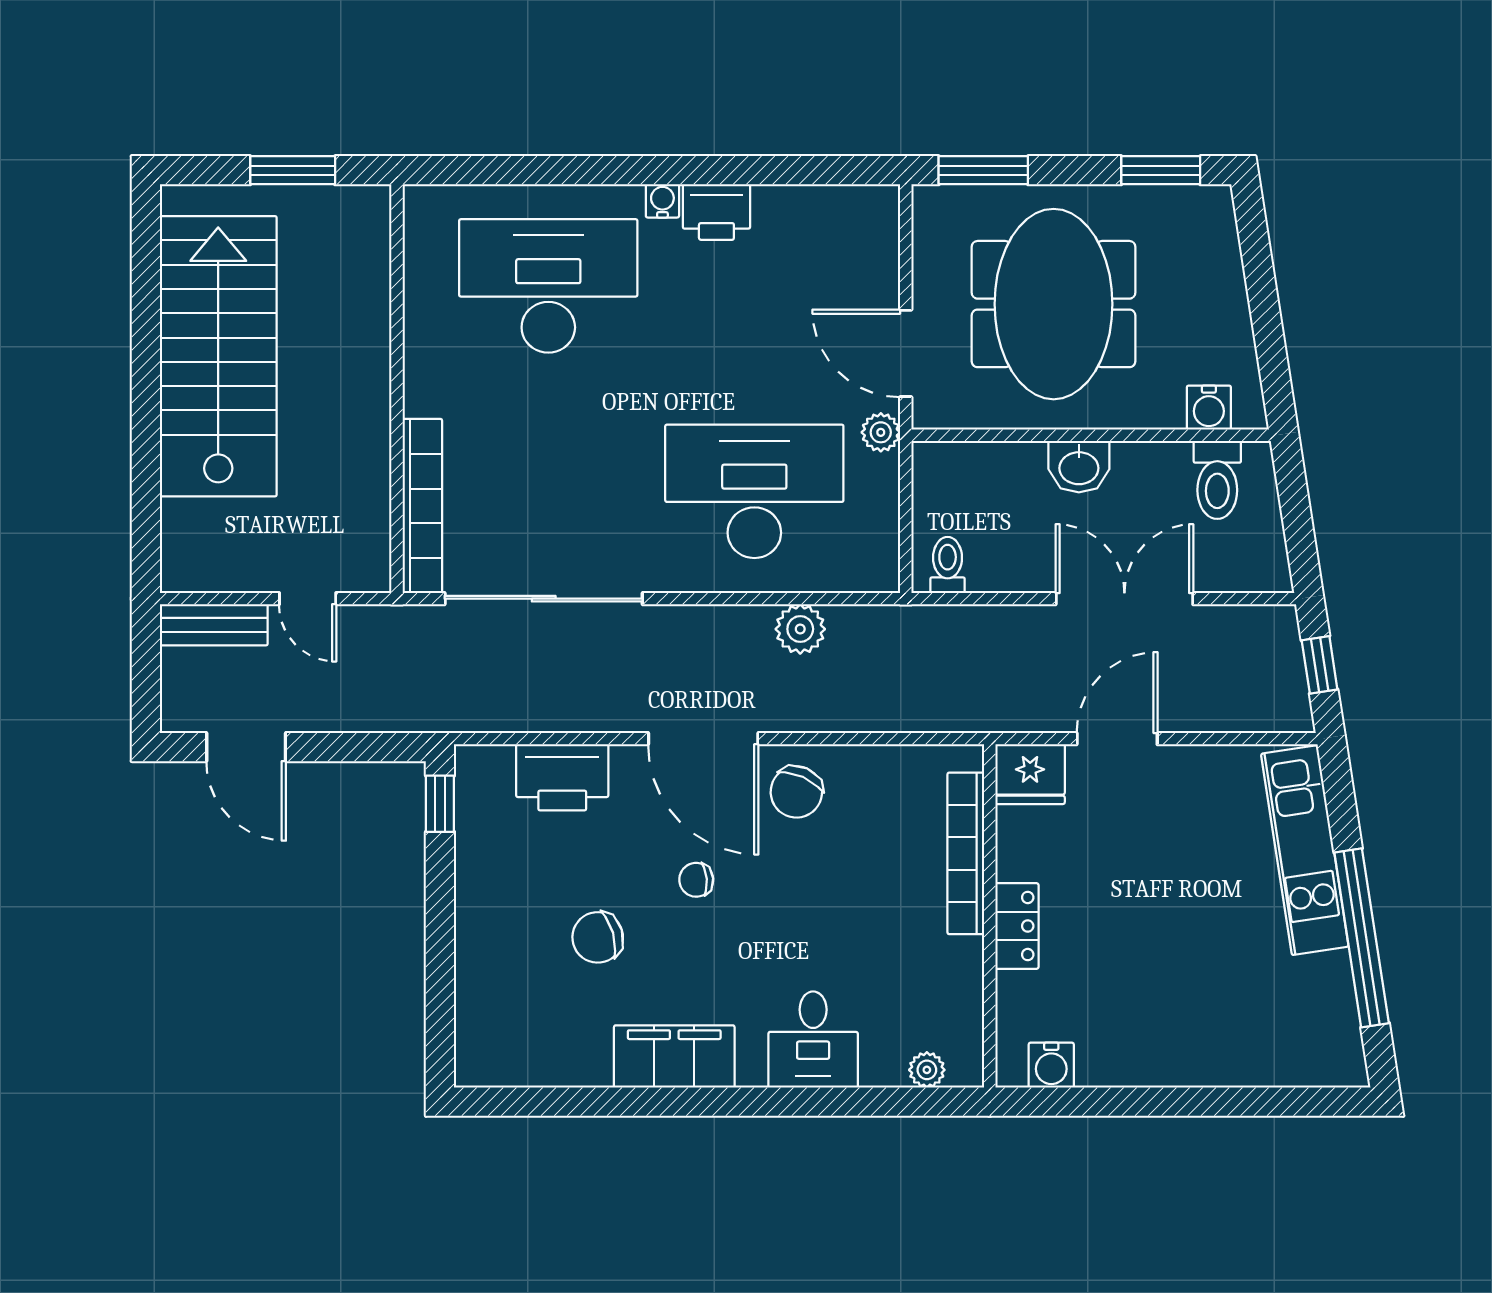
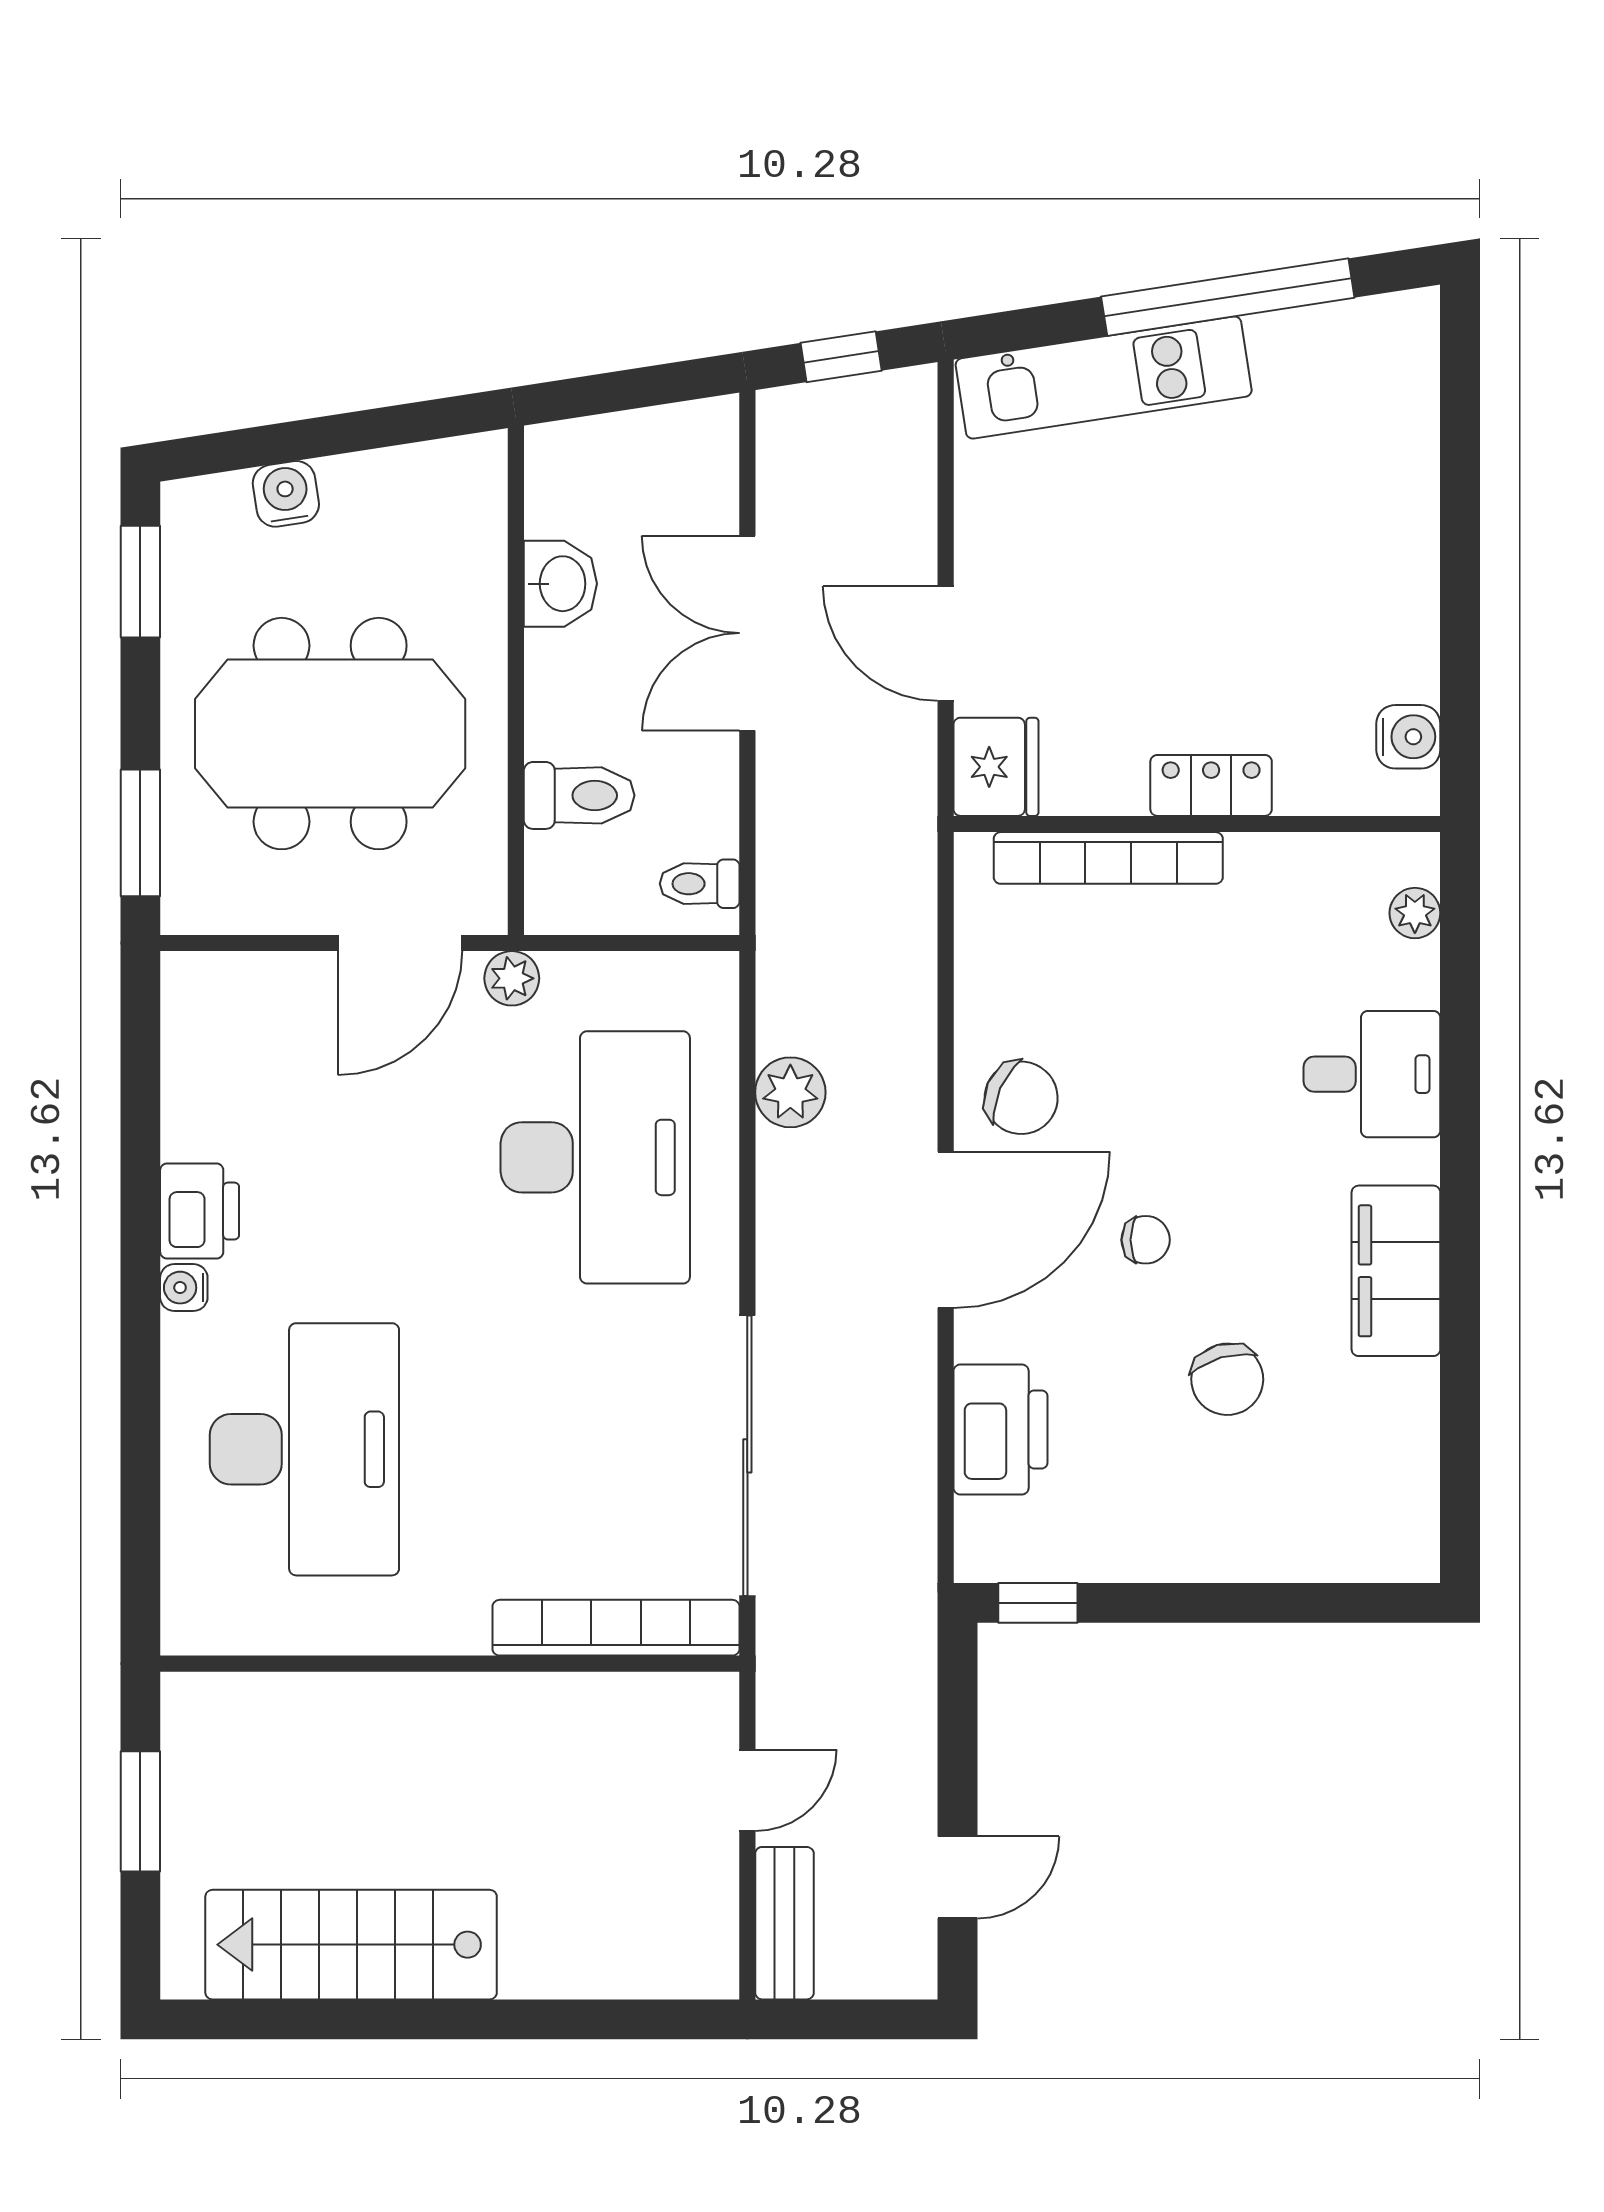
desk: (548, 286) -> (304, 1449), turned 180
stairs: (218, 356) -> (351, 1945), width x0.73, depth x0.66
water cooler: (1209, 408) -> (286, 494), moved, turned -99
washbasin: (1079, 467) -> (560, 584), moved
toilet: (1217, 480) -> (579, 795), moved
desk: (754, 491) -> (595, 1157), turned 180
door: (246, 747) -> (958, 1877), width x0.73
chair: (696, 880) -> (1146, 1240), turned -85

